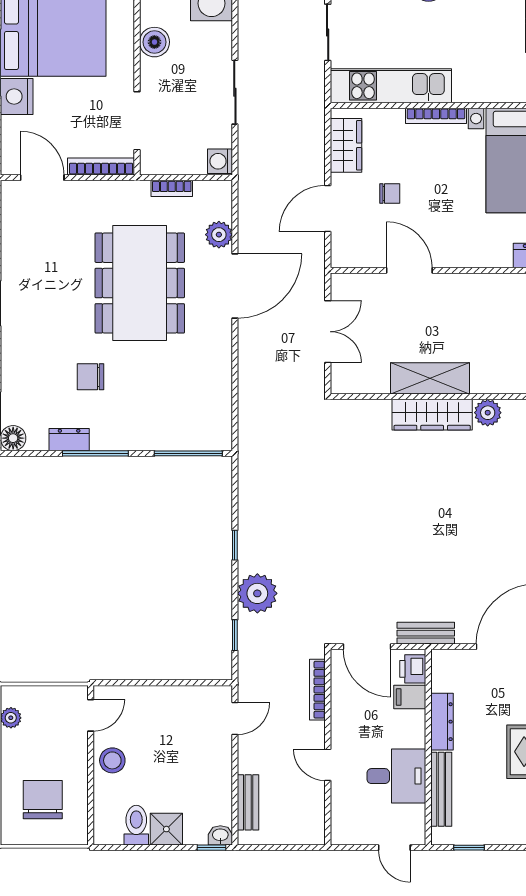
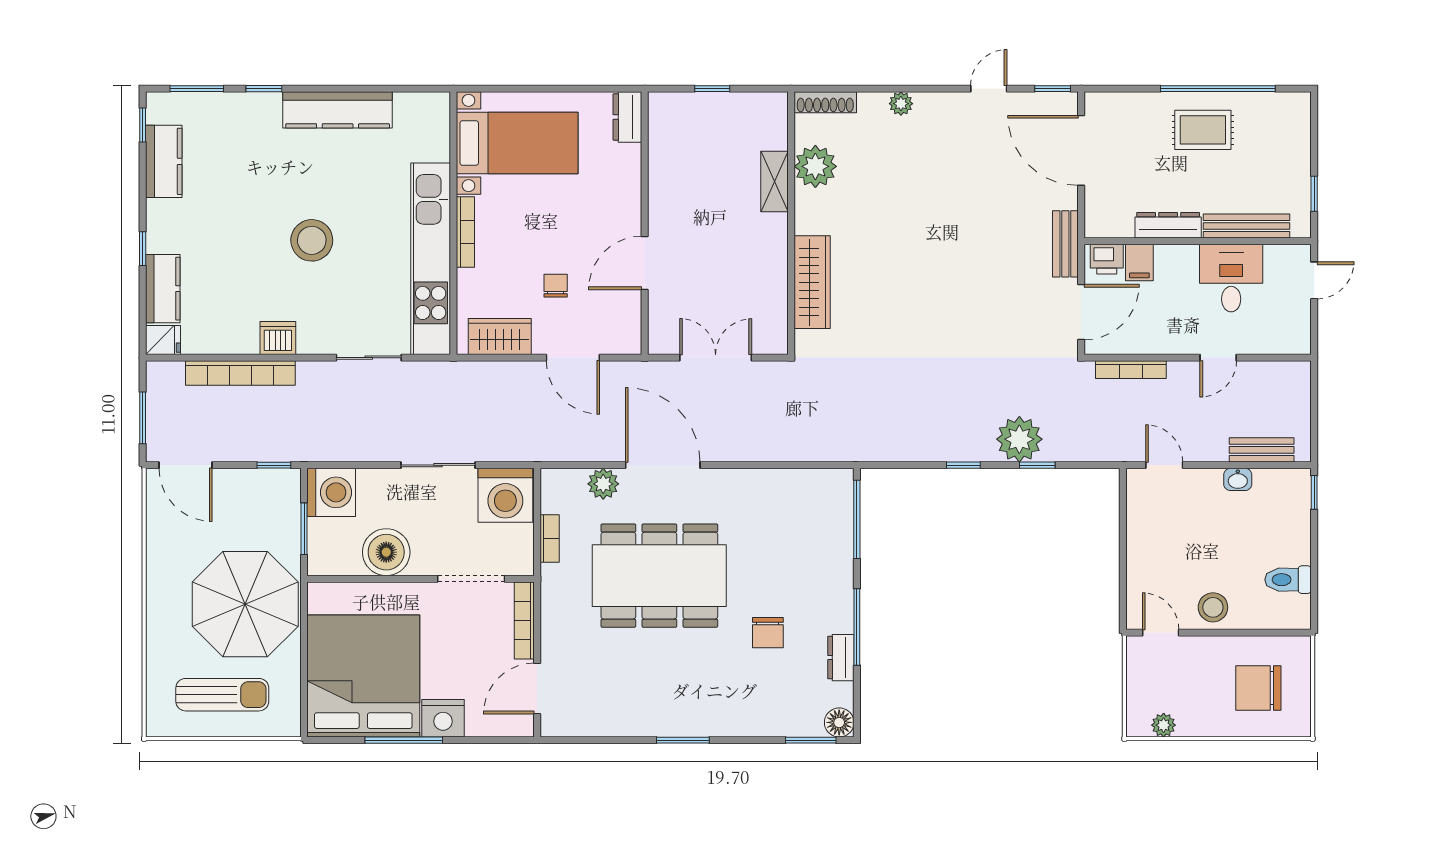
boiler: (154, 42) -> (386, 552), width x1.37, depth x1.37
kitchen unit: (391, 86) -> (431, 259), width x1.36
washing machine: (220, 161) -> (505, 495), width x1.89, depth x1.89
shelving: (430, 378) -> (774, 181), moved, width x0.67, depth x0.75
plant: (488, 413) -> (815, 166), width x1.36, depth x1.36
wardrobe: (432, 415) -> (812, 282), moved
window: (235, 635) -> (1037, 465), moved
shower: (166, 829) -> (1293, 545), removed
washbasin: (220, 835) -> (1238, 479), moved, turned -90

